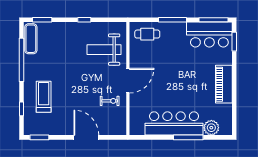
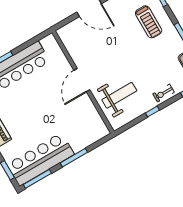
cafe table: (147, 34) -> (89, 132), removed
bar counter: (209, 34) -> (41, 159), width x1.36
exercise bike: (110, 101) -> (164, 93), moved

